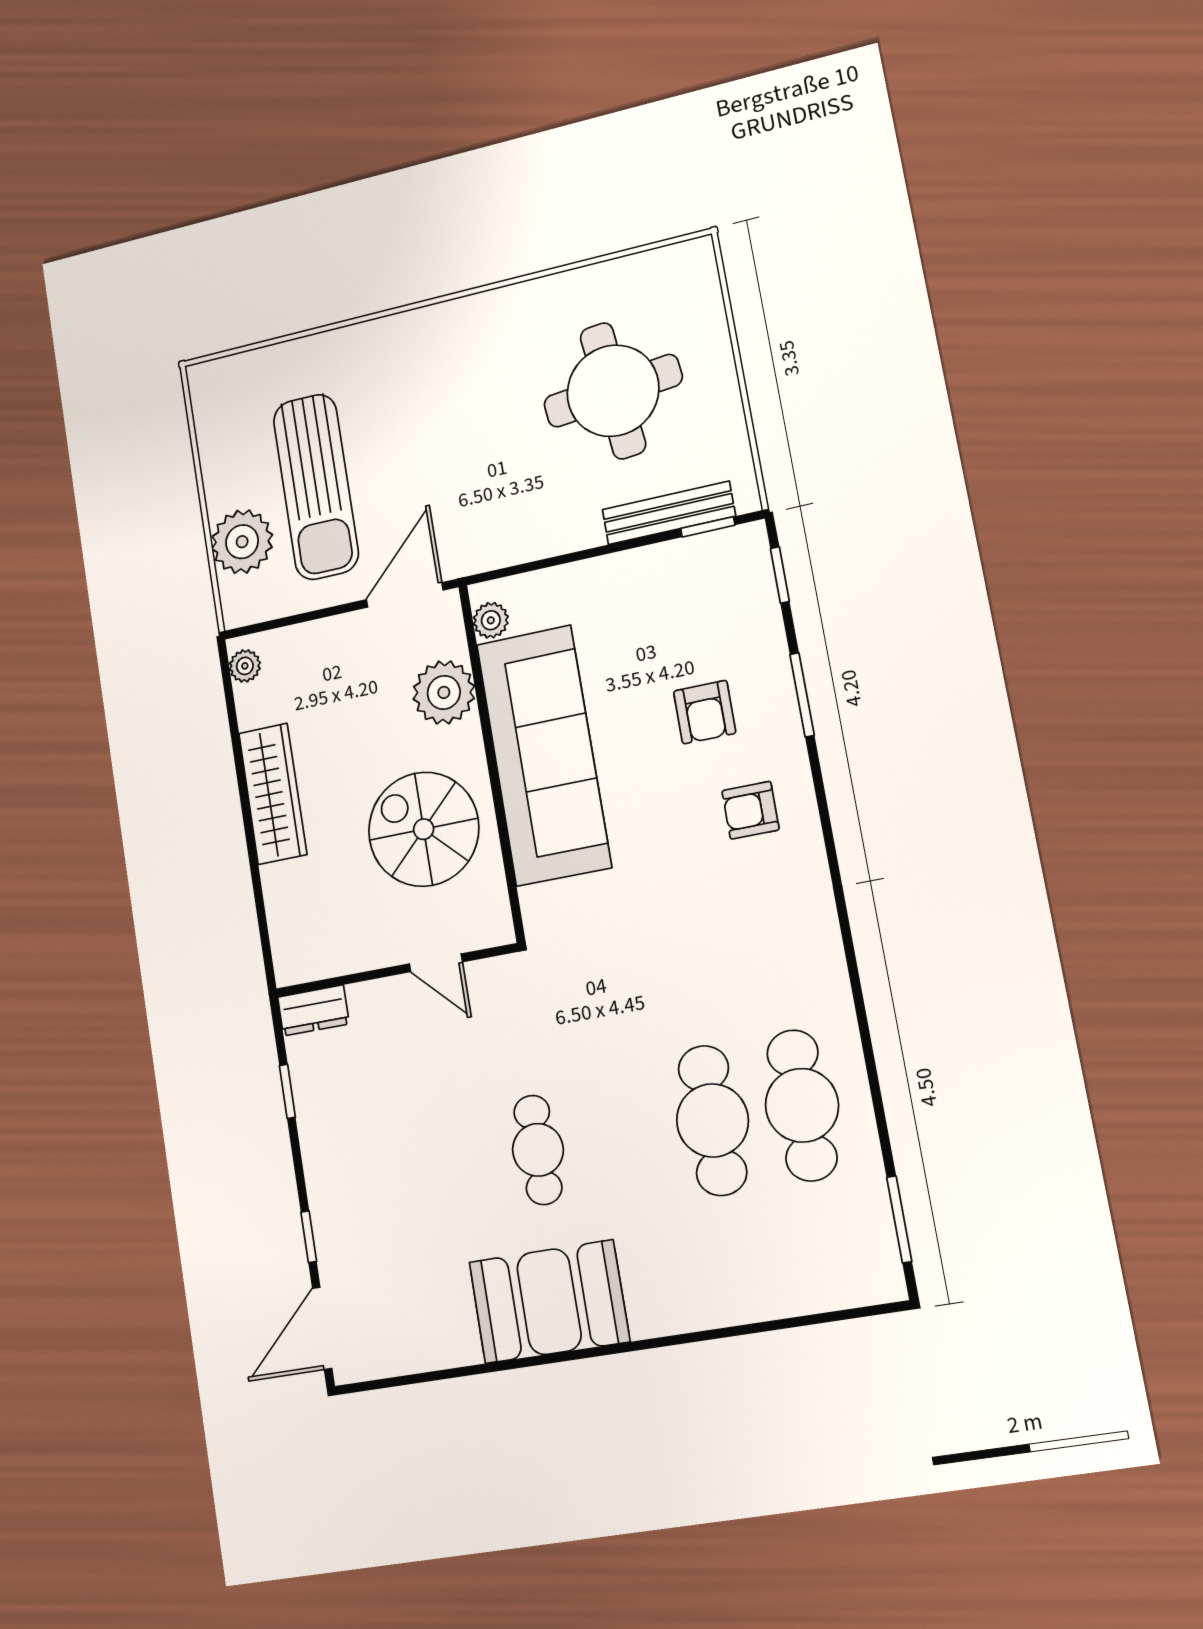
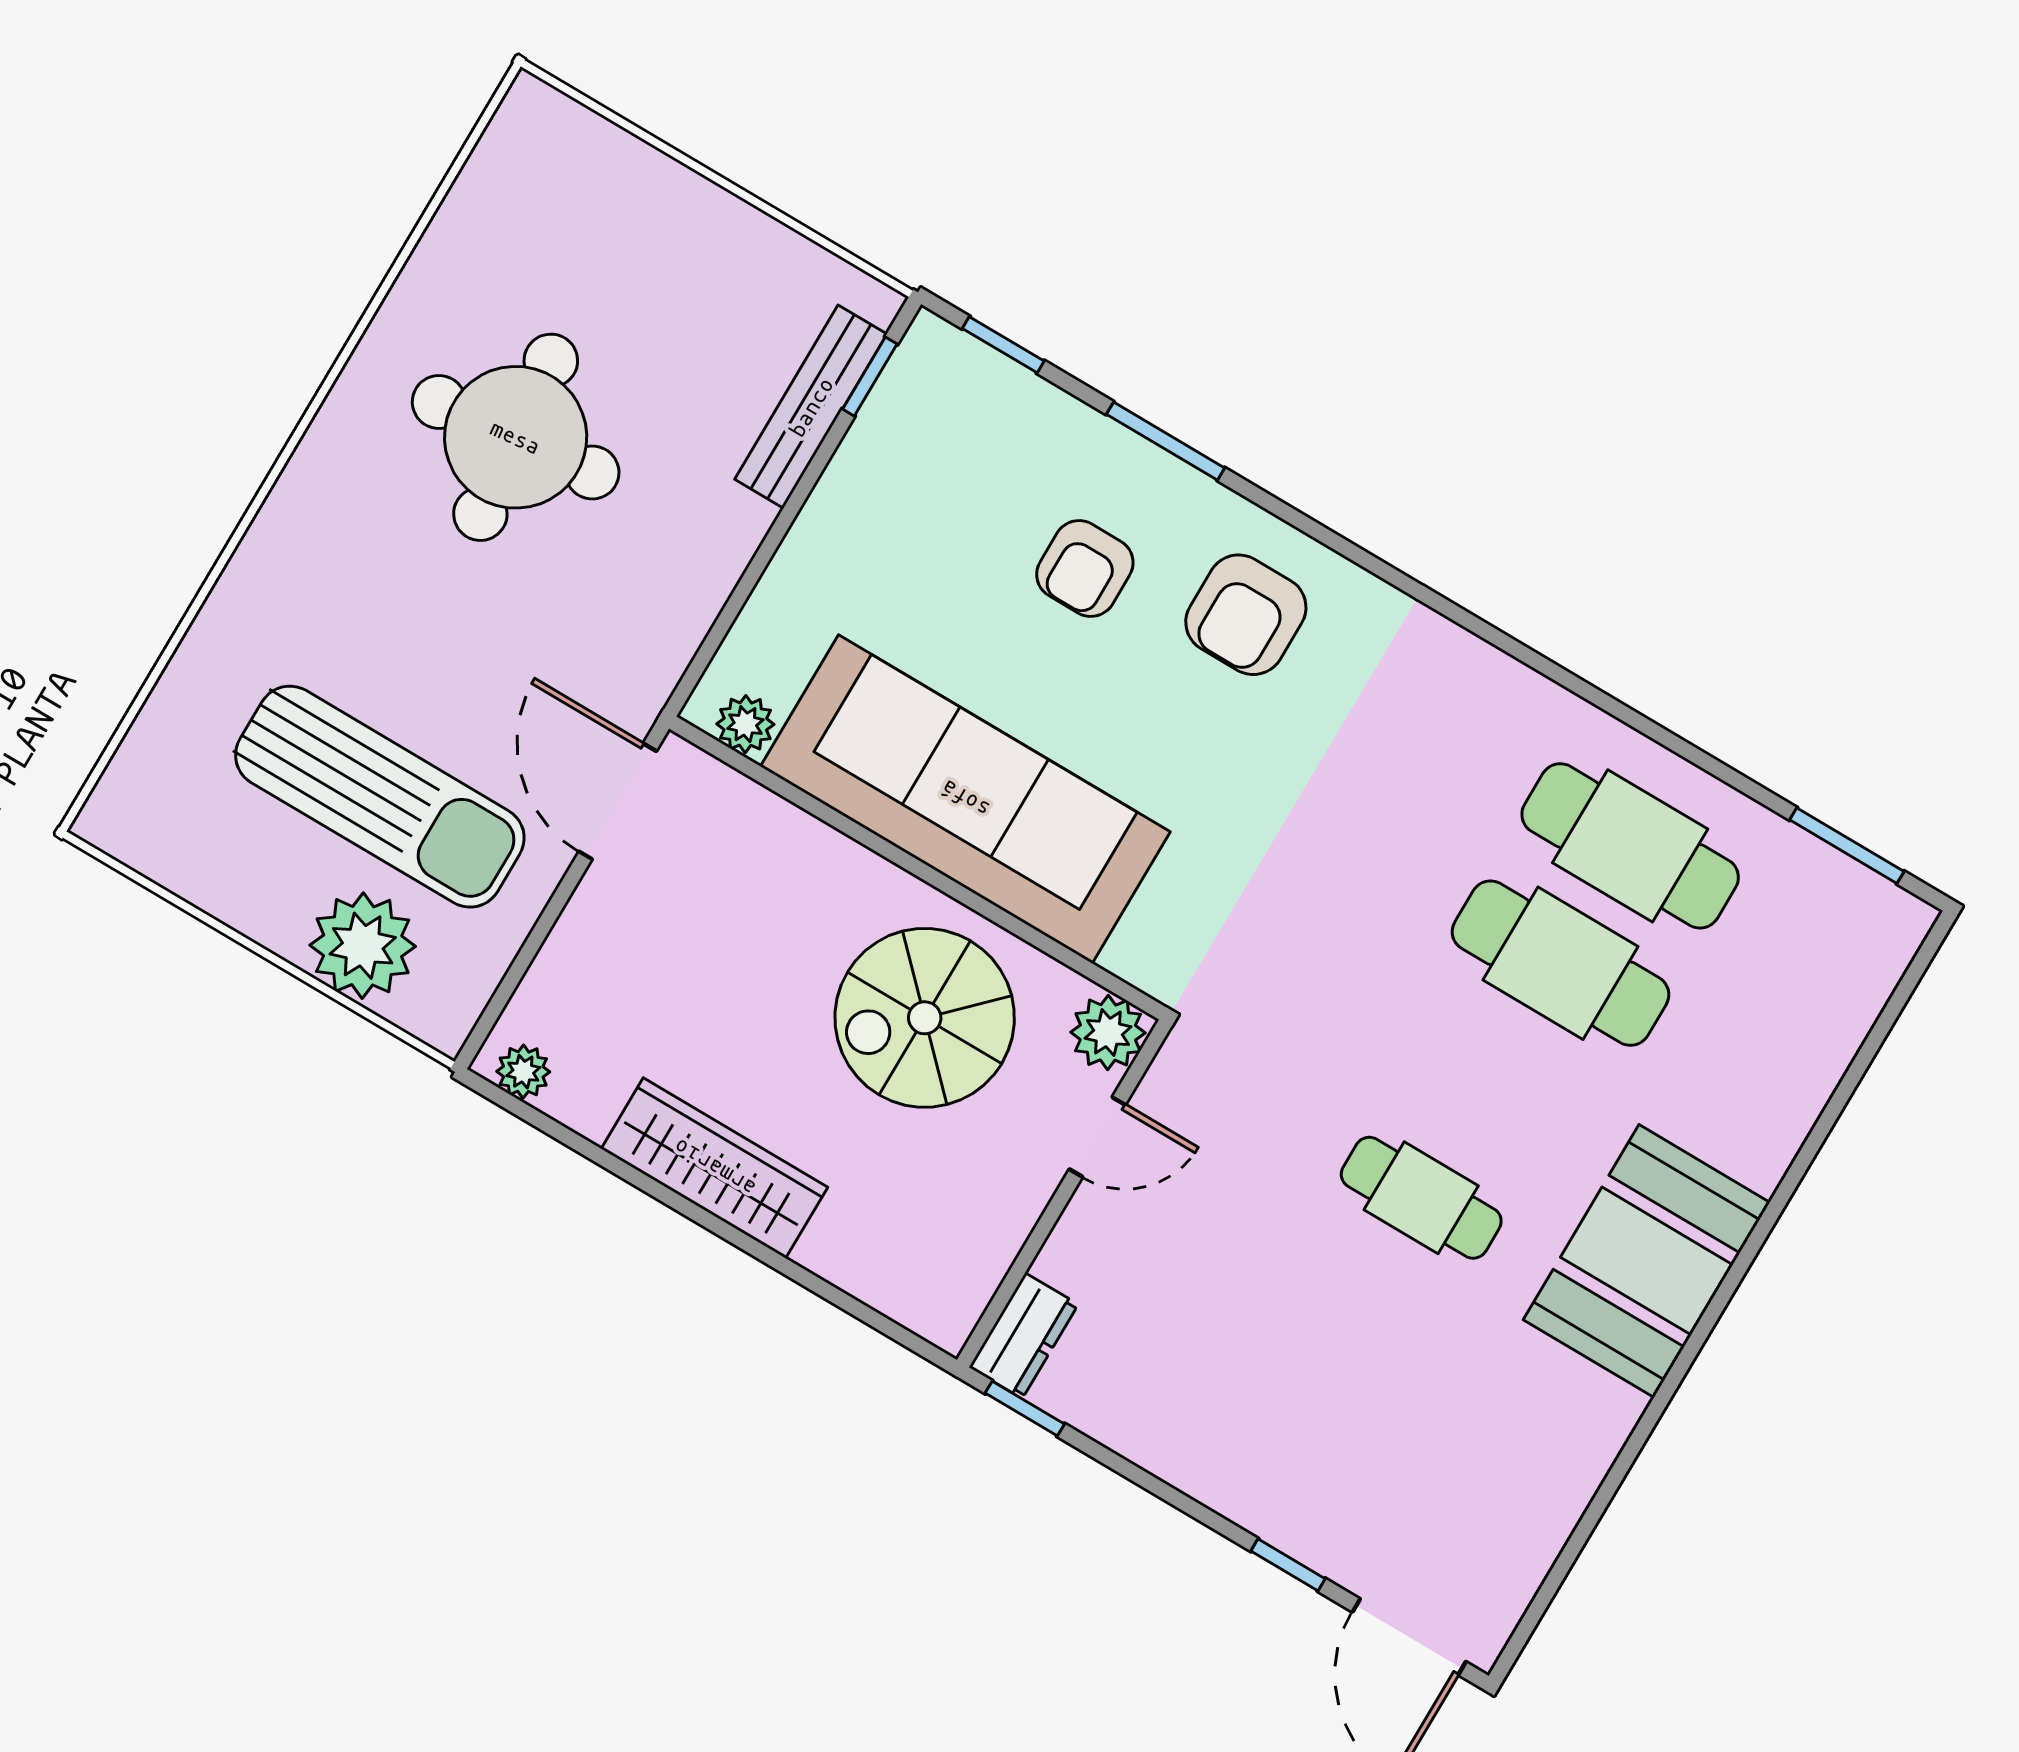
round table: (613, 391) -> (516, 437), moved
plant: (444, 692) -> (1108, 1033), moved, width x0.73, depth x0.73
armchair: (705, 712) -> (1085, 569), turned 90
armchair: (751, 810) -> (1246, 615), width x1.38, depth x1.38
window: (287, 1091) -> (1025, 1409), moved
booth: (549, 1302) -> (1647, 1261), moved

